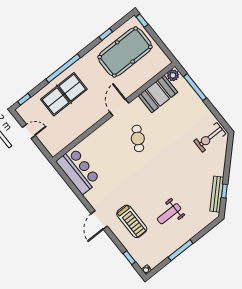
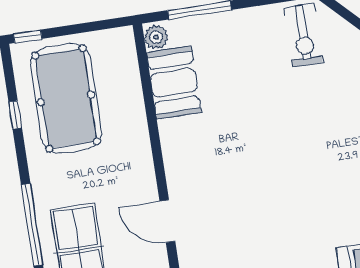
door: (119, 108) -> (167, 221), moved
cafe table: (138, 138) -> (232, 163), removed

